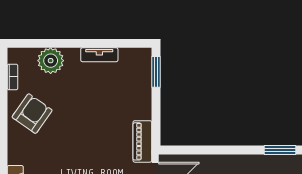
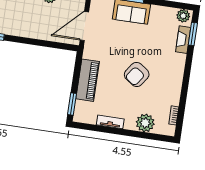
armchair: (32, 114) -> (137, 74), moved
piano: (142, 141) -> (88, 80), moved, width x1.37, depth x1.33

